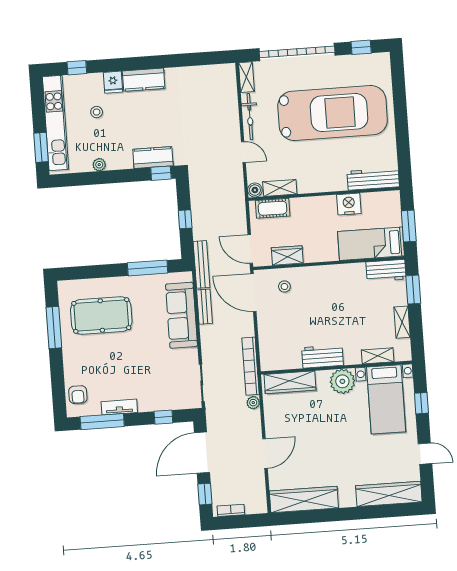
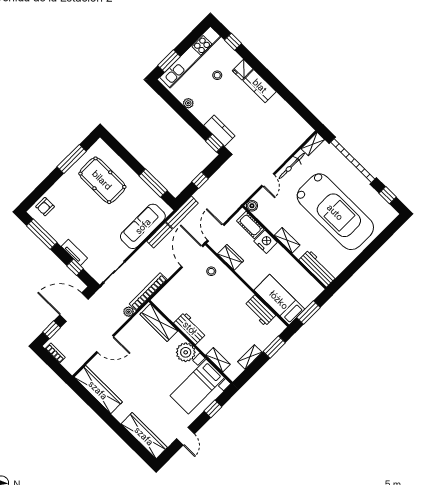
shelving: (280, 188) -> (287, 240), moved
nightstand: (349, 204) -> (266, 242), moved
workbench: (386, 271) -> (260, 310), moved
tv unit: (119, 407) -> (74, 252), moved

